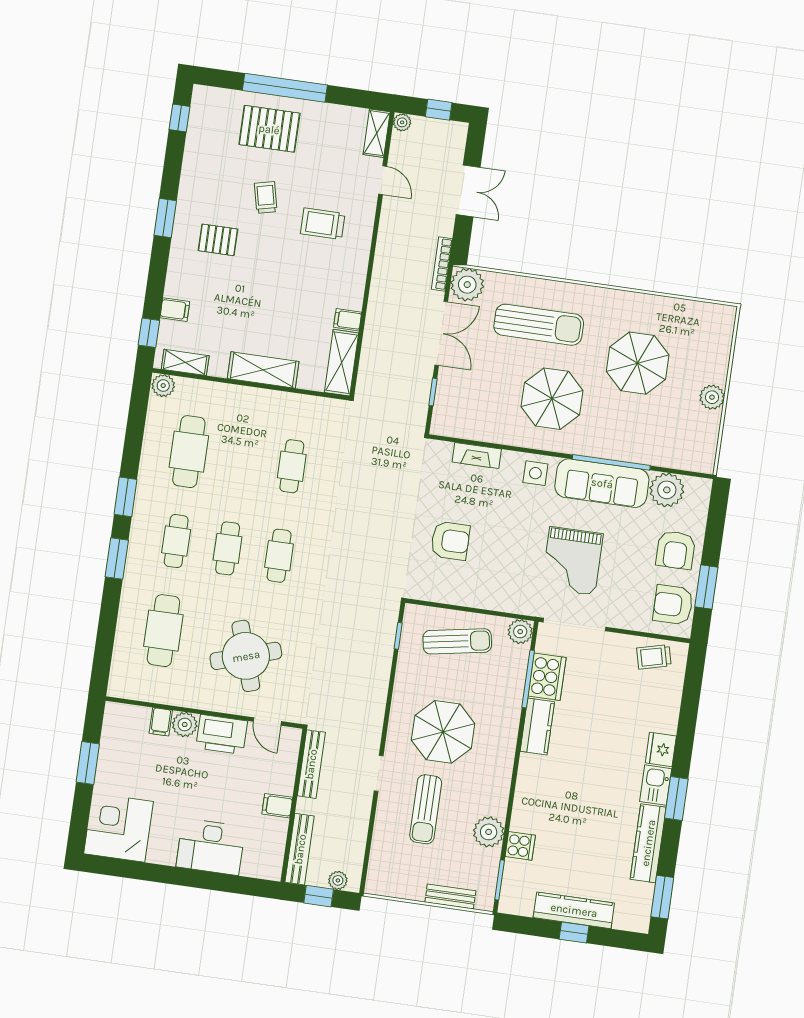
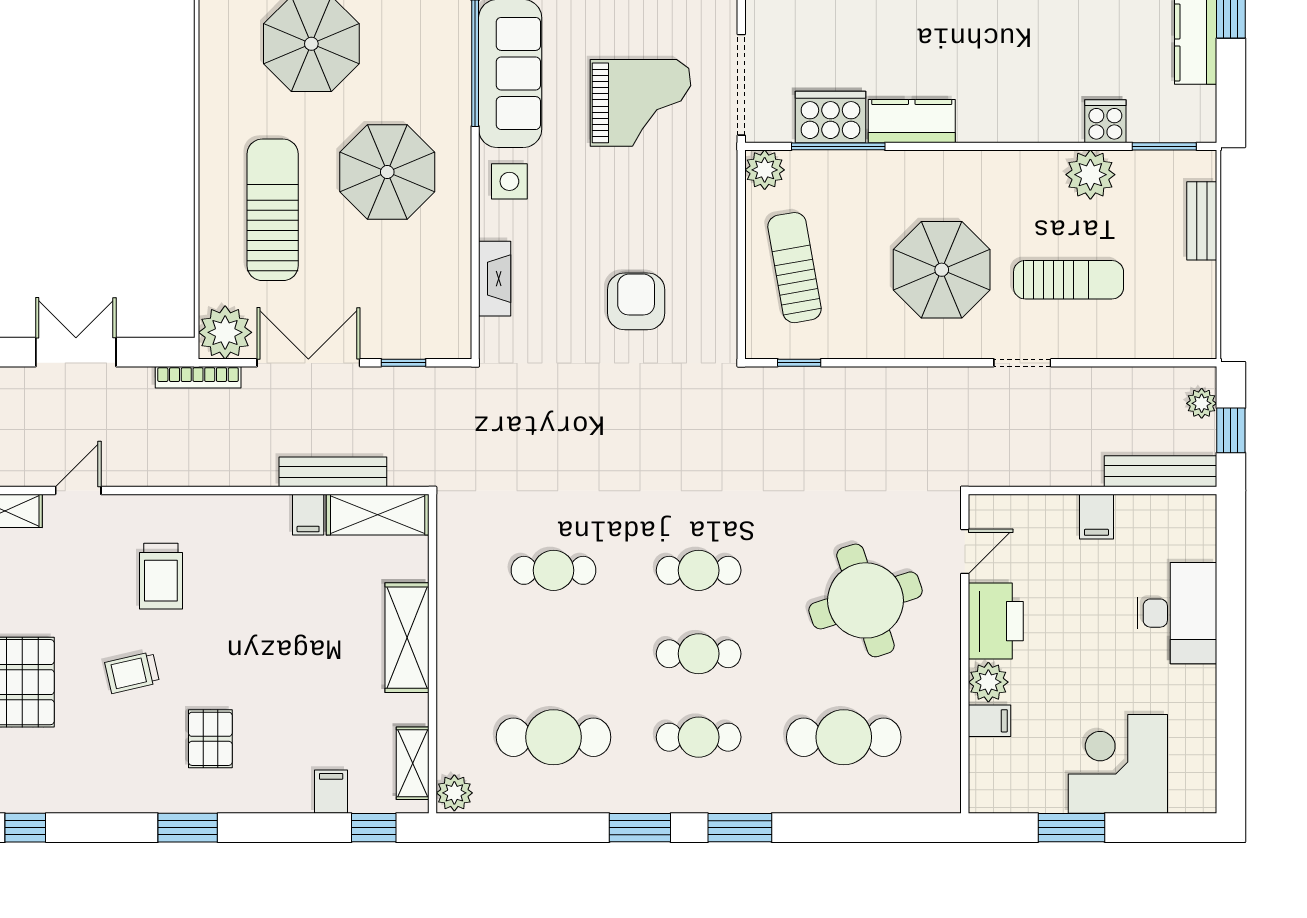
bench: (311, 764) -> (333, 472), moved
corner desk: (119, 828) -> (1118, 764), moved, turned 90

